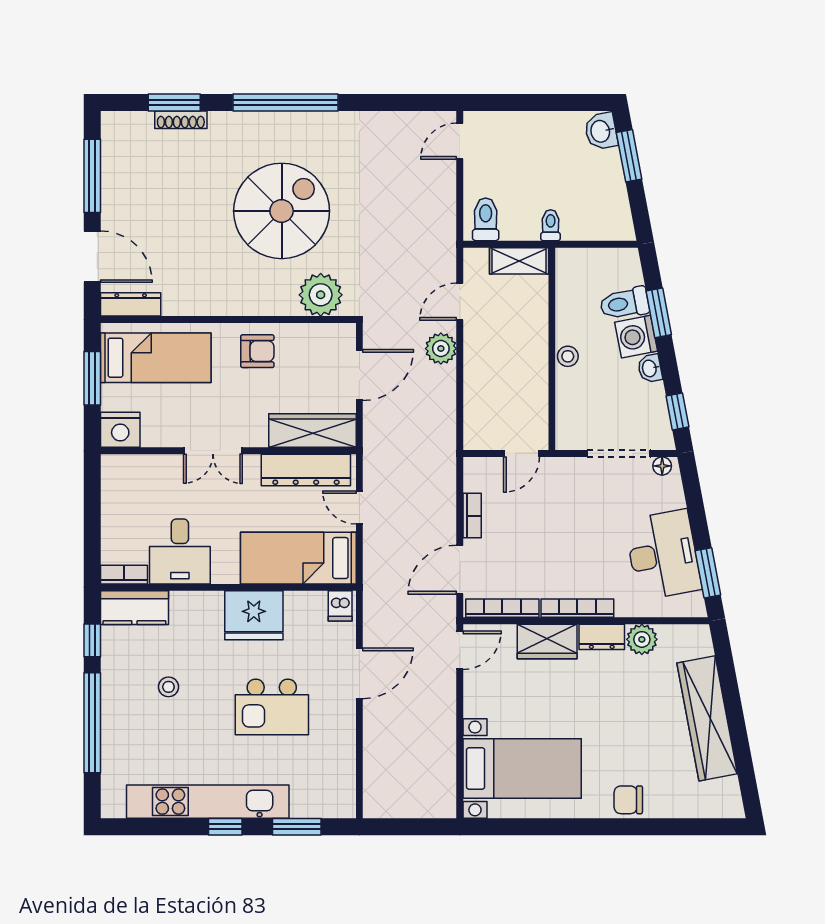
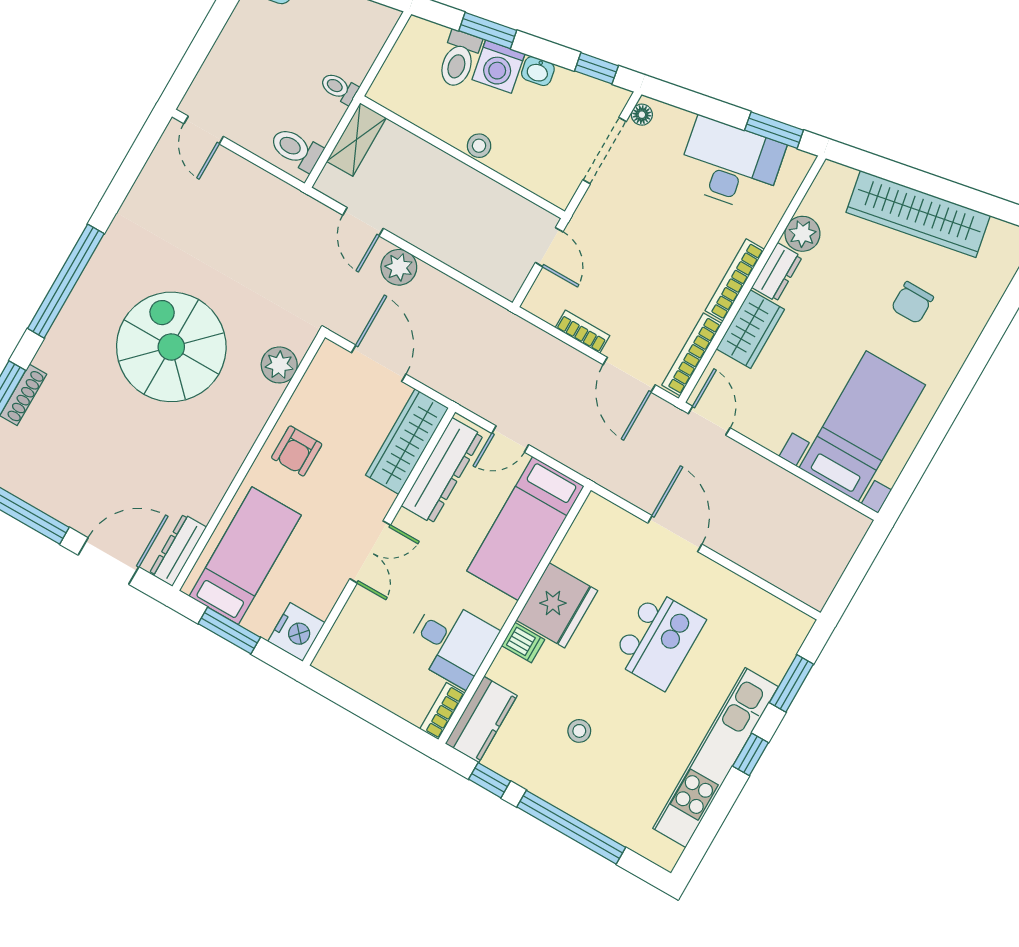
plant: (321, 295) -> (279, 365), width x0.73, depth x0.73
armchair: (257, 351) -> (297, 451), turned 180
dishwasher: (340, 606) -> (523, 643), moved
chair: (628, 800) -> (912, 303), moved

